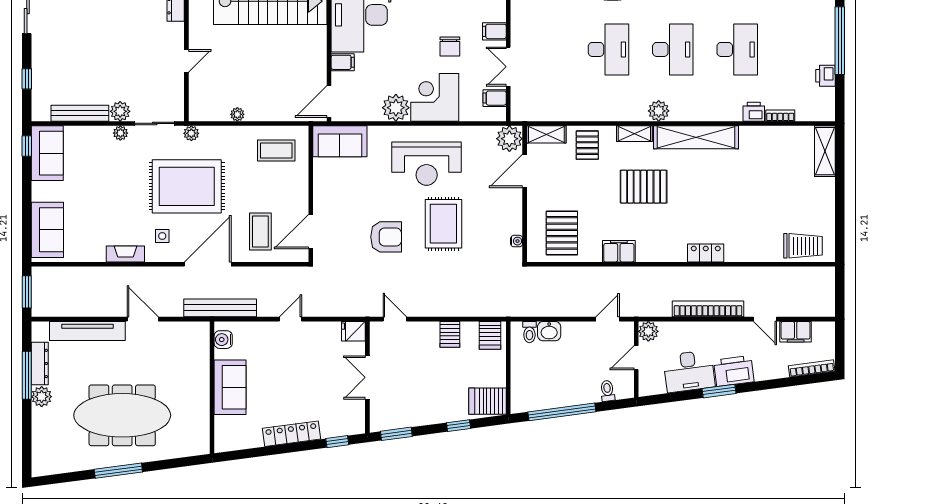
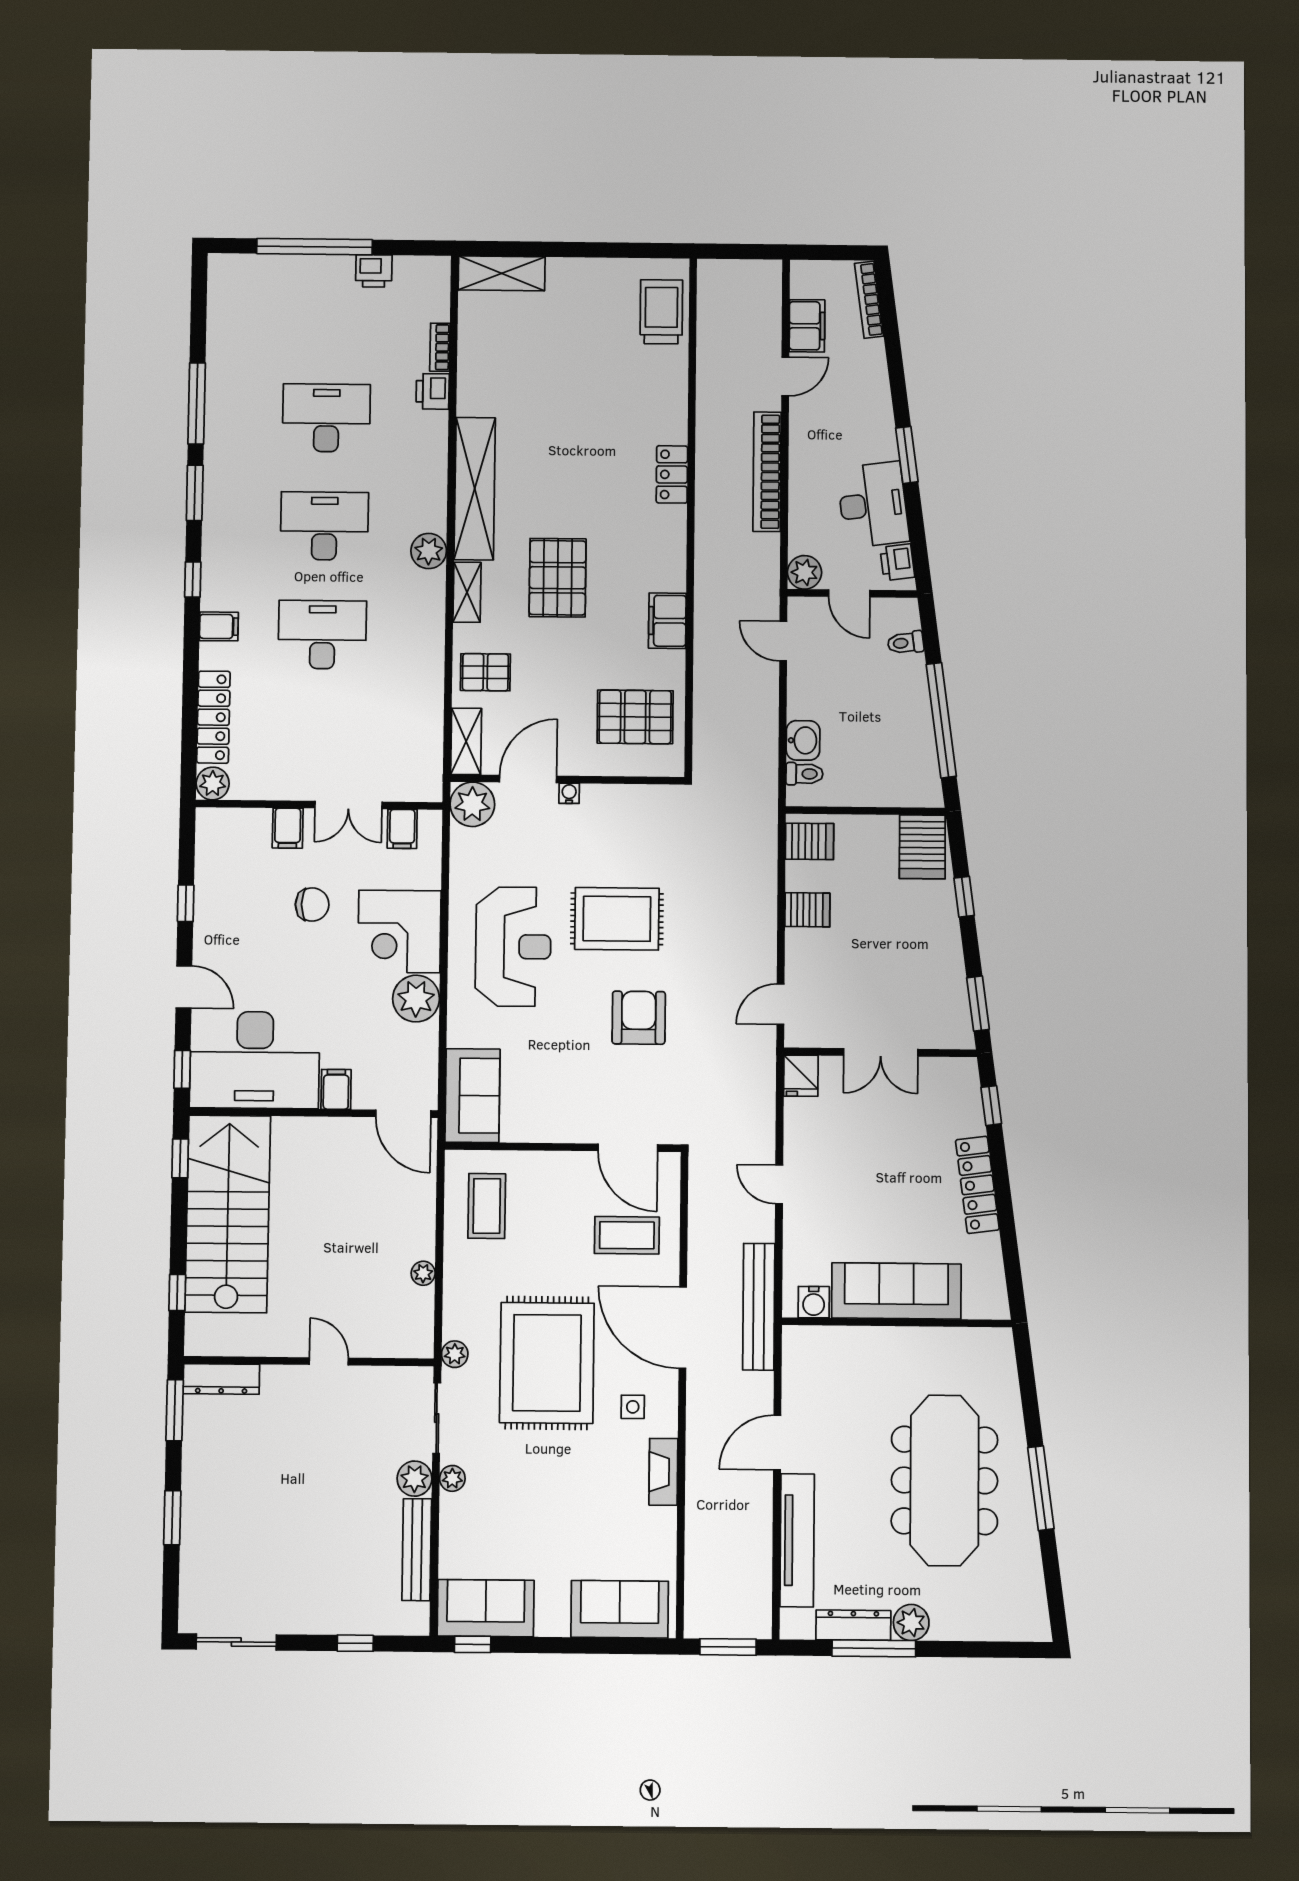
door: (525, 171) -> (528, 779), swing flipped
water cooler: (517, 241) -> (569, 793), moved
printer: (734, 371) -> (897, 562), moved, width x0.53, depth x0.68
sofa: (230, 387) -> (896, 1291), width x1.36

